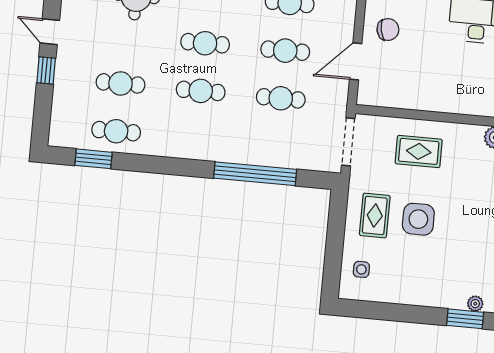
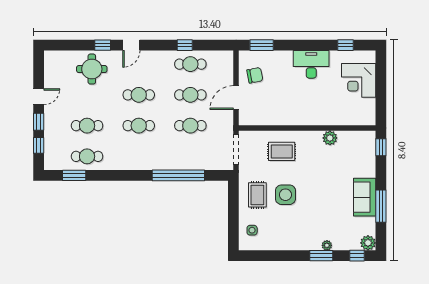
door: (50, 32) -> (39, 97), swing flipped
window: (43, 107) -> (39, 145), added

